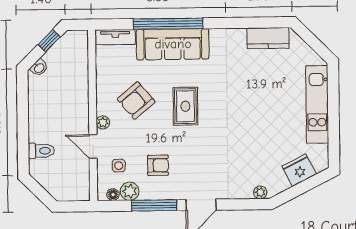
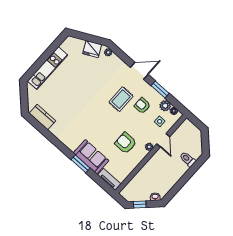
window: (168, 24) -> (81, 164), width x0.47
sofa: (173, 44) -> (91, 157), width x0.73
armchair: (136, 101) -> (126, 143), turned -140
rug: (185, 106) -> (121, 99), moved
fridge: (299, 170) -> (92, 49), moved
window: (154, 205) -> (160, 90), width x0.69

